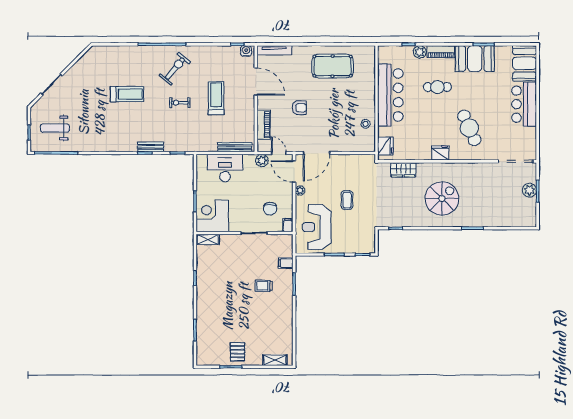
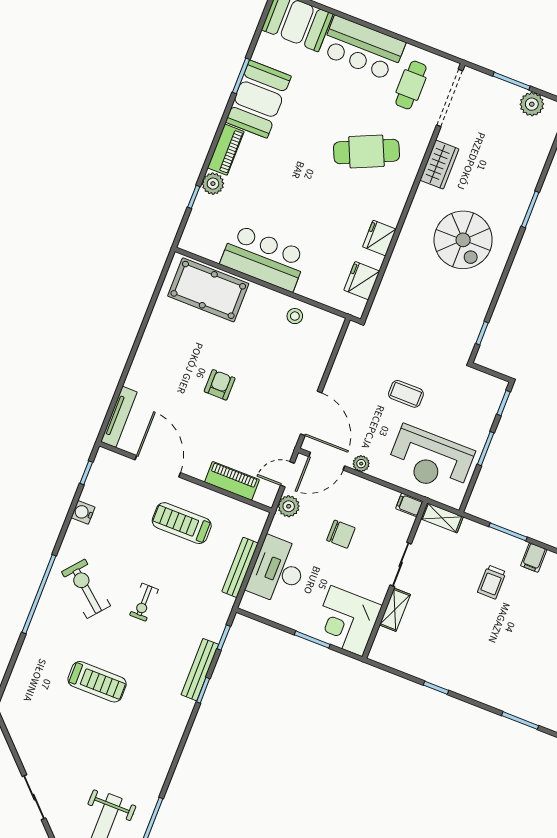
water cooler: (246, 51) -> (83, 512), moved
pool table: (333, 66) -> (208, 290), moved, turned 90
door: (256, 82) -> (158, 466), hinge flipped
cafe table: (437, 87) -> (411, 85), moved
treadmill: (127, 94) -> (97, 682), turned 90
bar counter: (390, 95) -> (264, 258), width x0.73
treadmill: (216, 98) -> (182, 523), moved
armchair: (299, 108) -> (220, 385), moved
fridge: (385, 146) -> (362, 281), moved, turned -90
bench: (151, 147) -> (200, 670), width x1.36
bench: (235, 147) -> (240, 567), moved
fridge: (440, 153) -> (379, 238), moved
wardrobe: (403, 170) -> (439, 165), moved
plant: (529, 190) -> (532, 104), moved
spiral stairs: (442, 198) -> (463, 240), turned 180
chair: (270, 209) -> (341, 534), moved
shelving: (208, 239) -> (395, 610), moved
shelving: (288, 246) -> (442, 518), added
filing cabinet: (286, 263) -> (534, 558), moved

